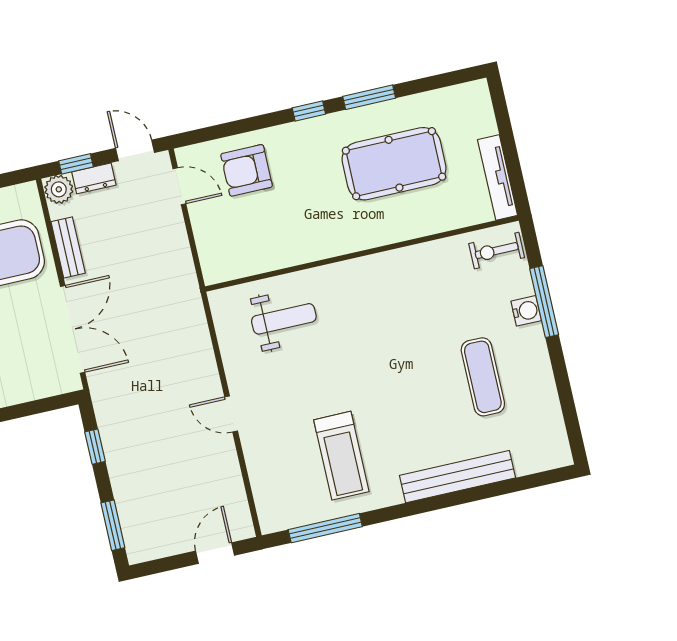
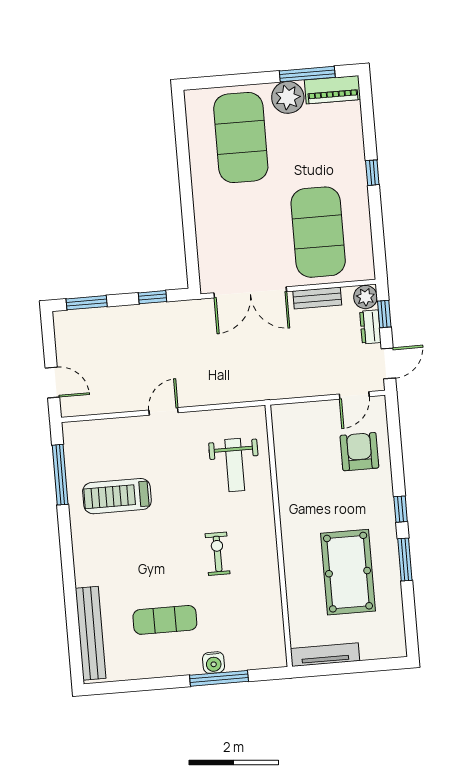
exercise bike: (497, 251) -> (218, 554), moved
bench: (457, 477) -> (91, 633), moved

